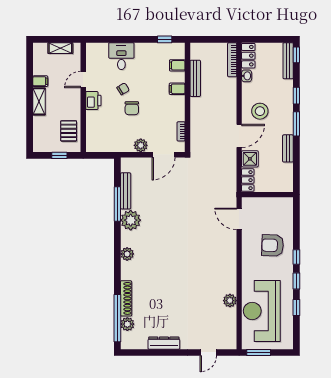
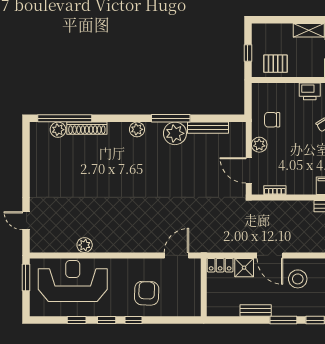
chair: (132, 108) -> (272, 120), moved
window: (117, 204) -> (171, 118), moved
dresser: (164, 343) -> (37, 171), removed

